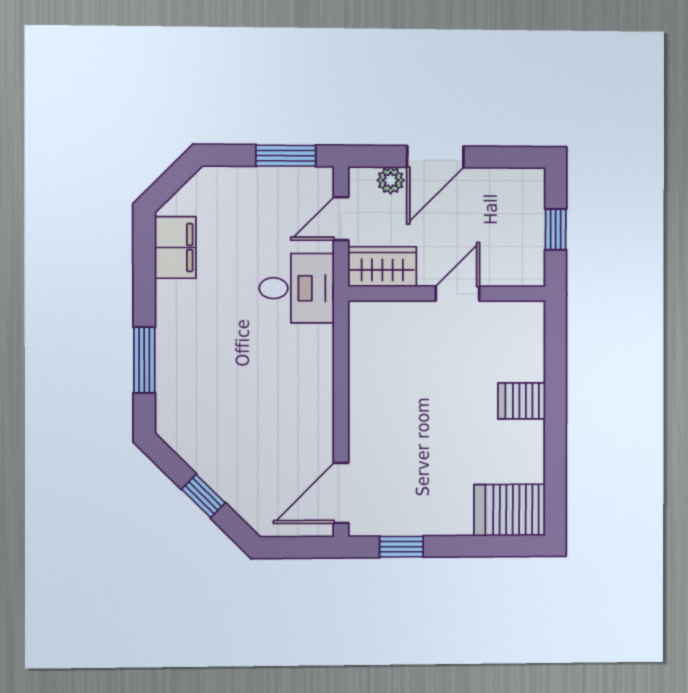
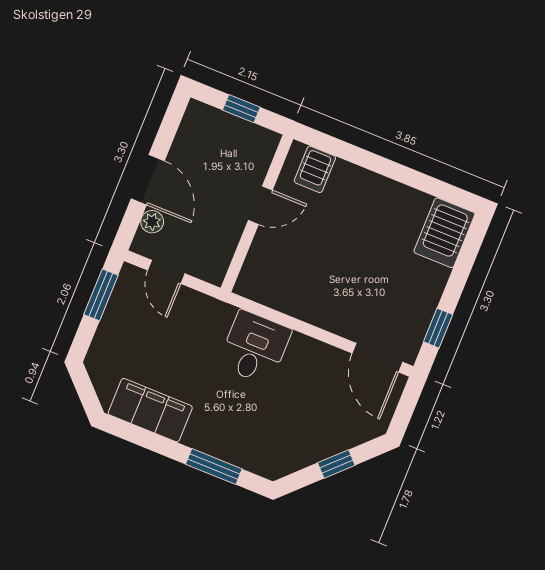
filing cabinet: (175, 247) -> (150, 410), width x1.50, depth x1.17
wardrobe: (382, 267) -> (216, 255), removed
desk: (297, 288) -> (255, 348), moved
door: (458, 294) -> (260, 205), swing flipped
server rack: (522, 401) -> (315, 169), moved

